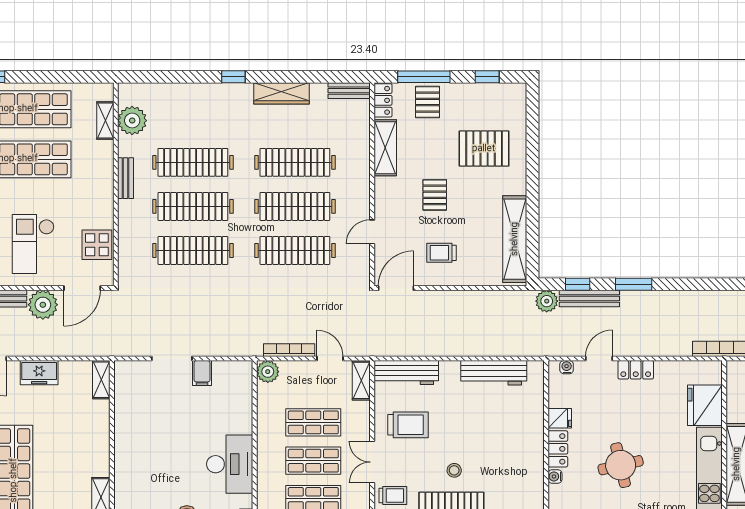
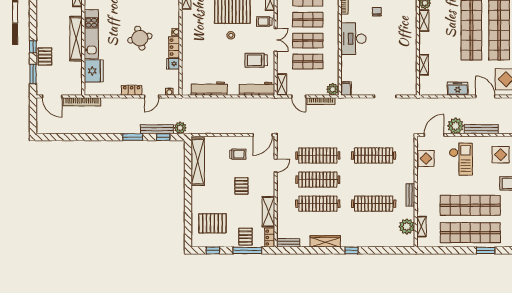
pallet: (484, 149) -> (212, 223), moved
clothes rail: (193, 206) -> (374, 180), removed
filing cabinet: (202, 373) -> (346, 89), moved
shelving: (101, 380) -> (424, 65), moved

